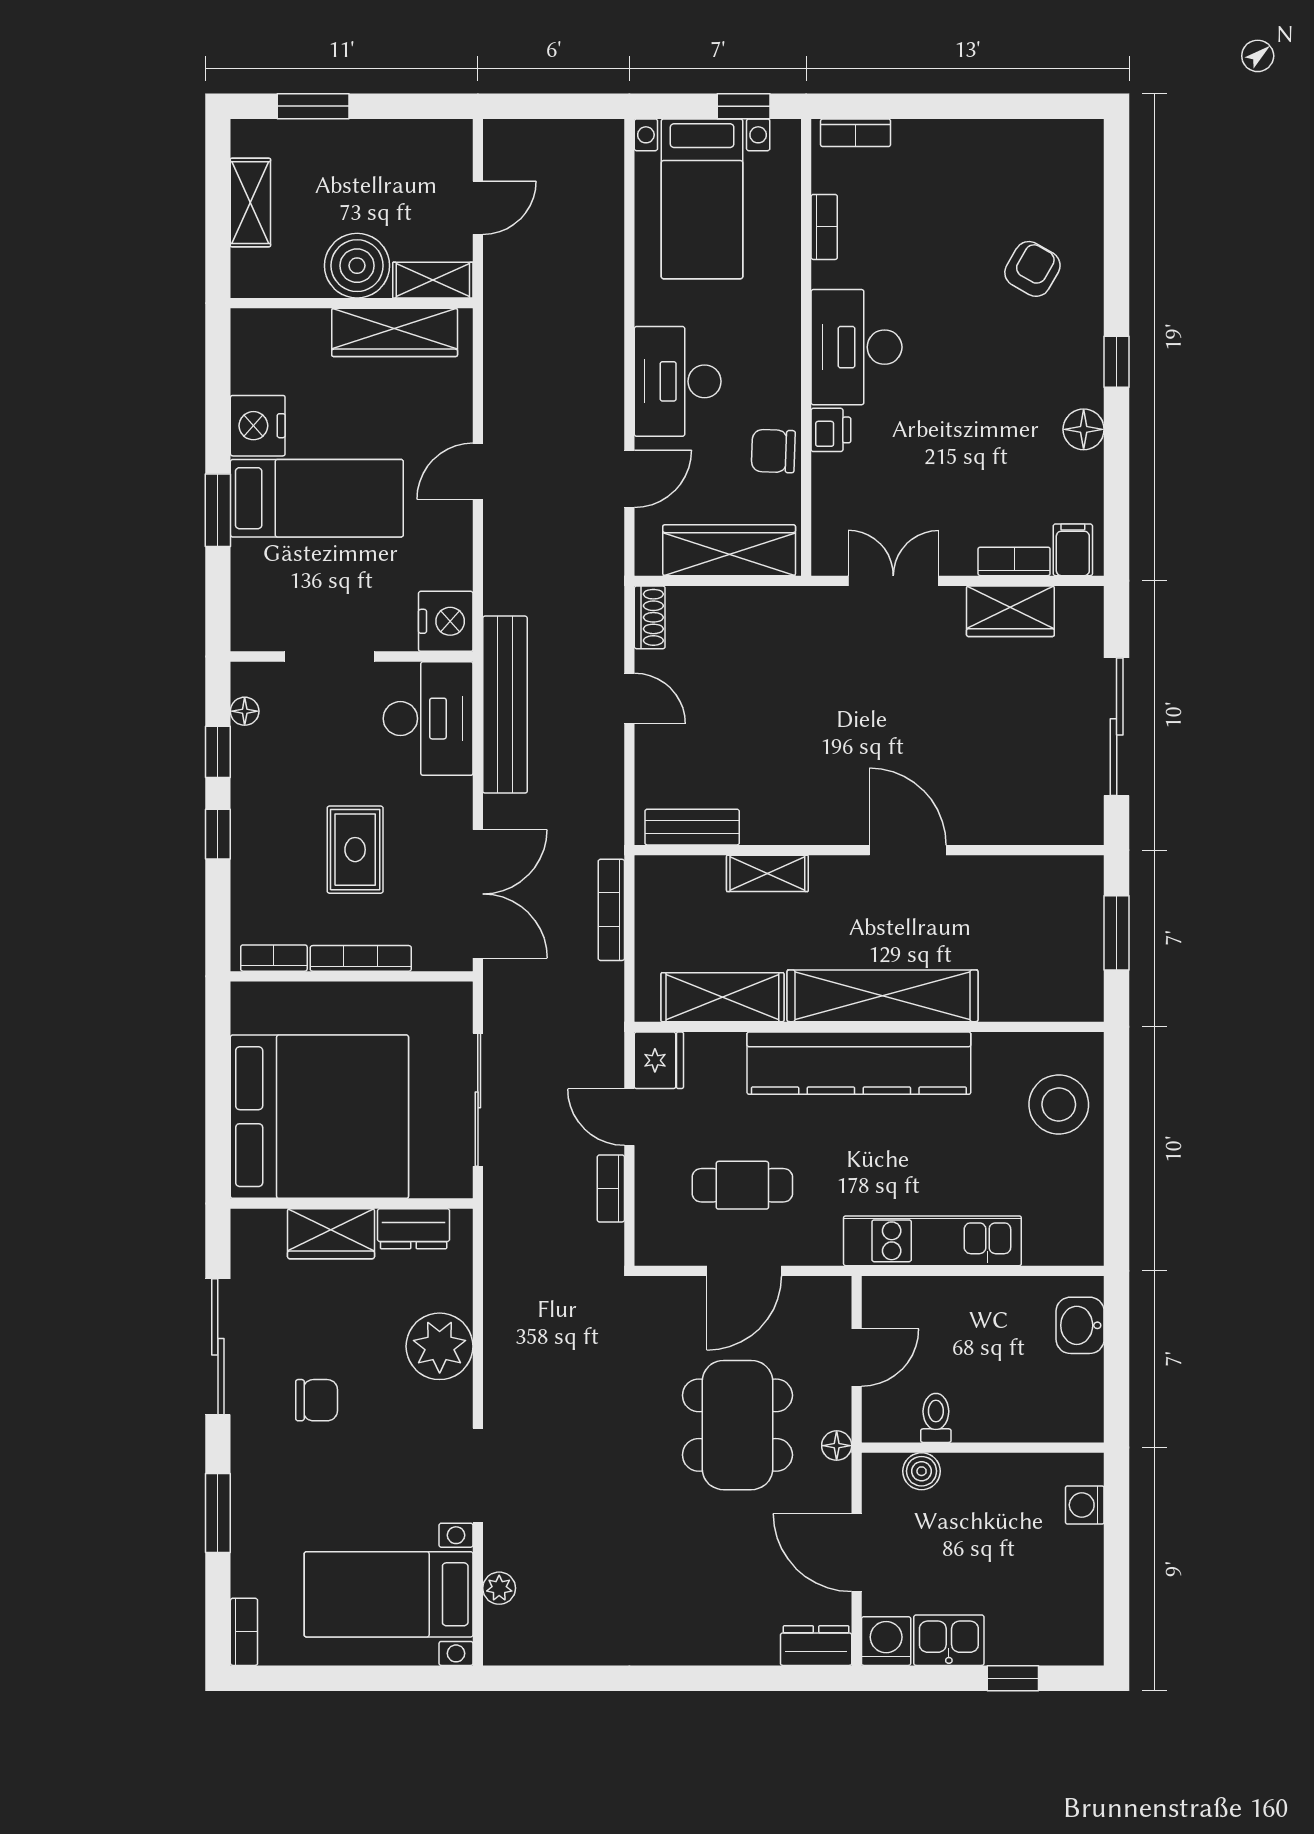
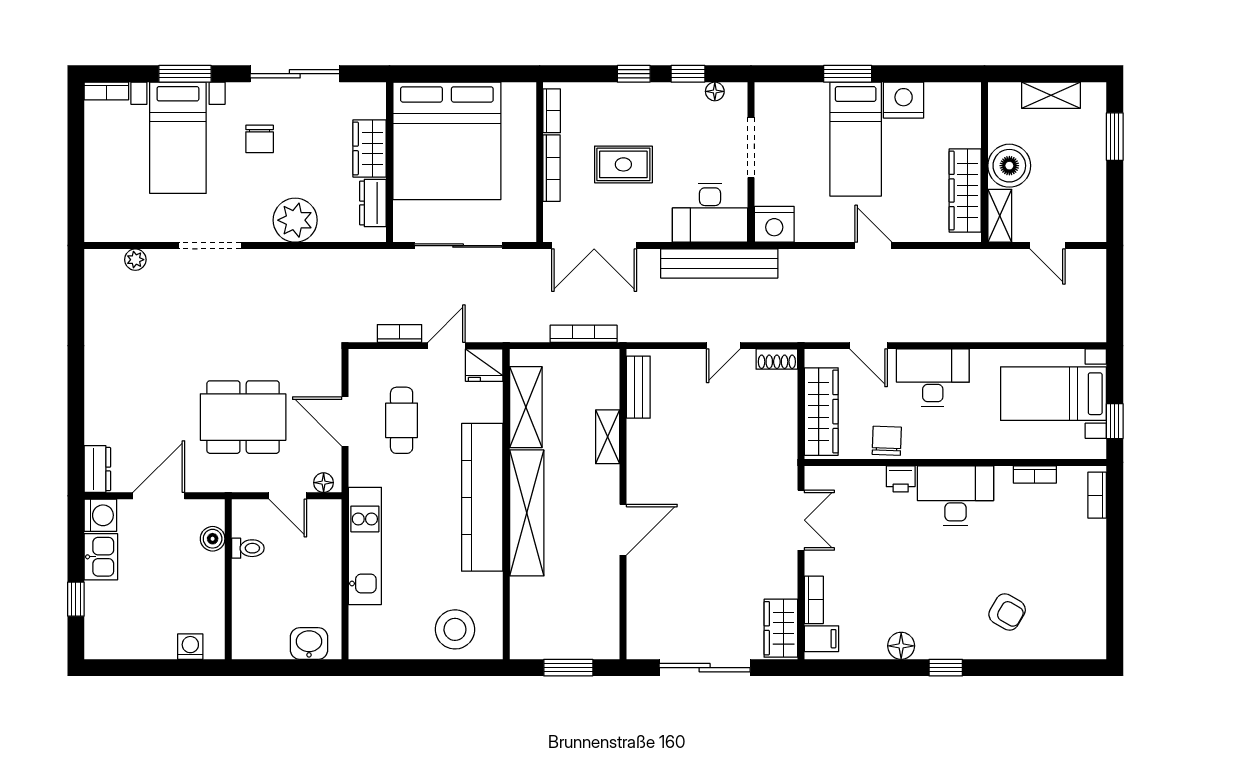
wardrobe: (1010, 611) -> (781, 628), moved
floor lamp: (837, 1446) -> (324, 483), moved
bed with nightstands: (389, 1594) -> (178, 138), moved, turned 180

